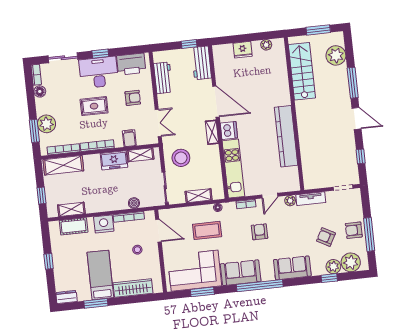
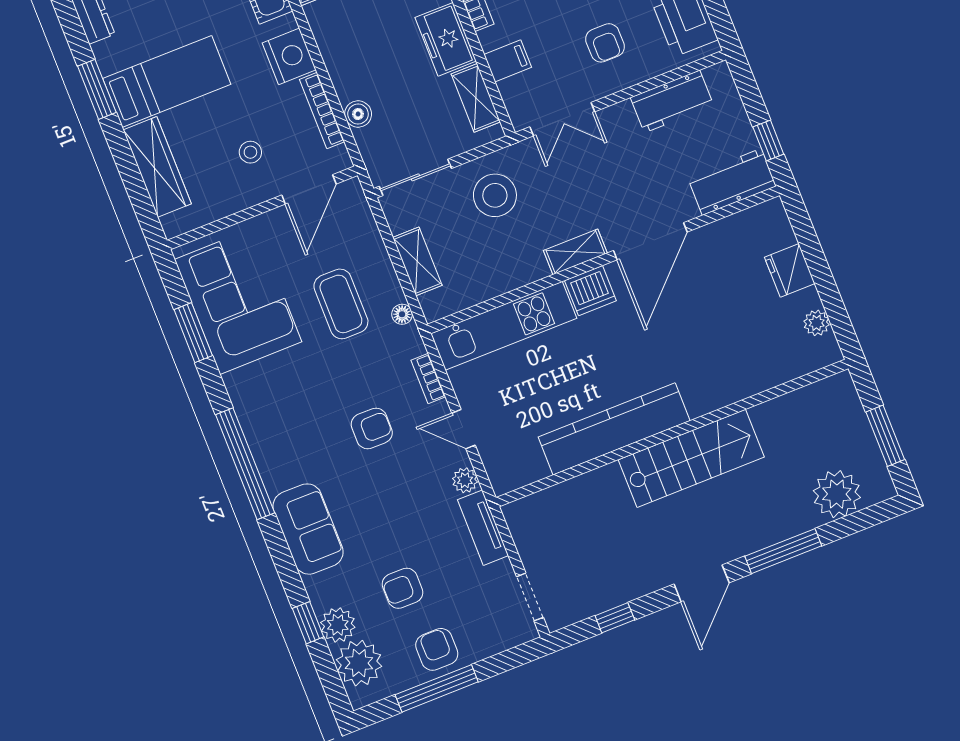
stairs: (302, 71) -> (691, 458), moved
armchair: (326, 237) -> (403, 588), turned -118
sofa: (241, 273) -> (263, 410), removed

